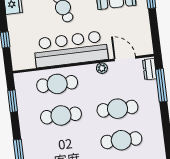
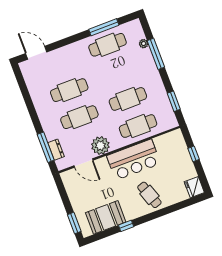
bar counter: (71, 49) -> (134, 160), width x0.73
plant: (102, 68) -> (100, 146), width x1.88, depth x1.88
dresser: (150, 69) -> (56, 150), moved

